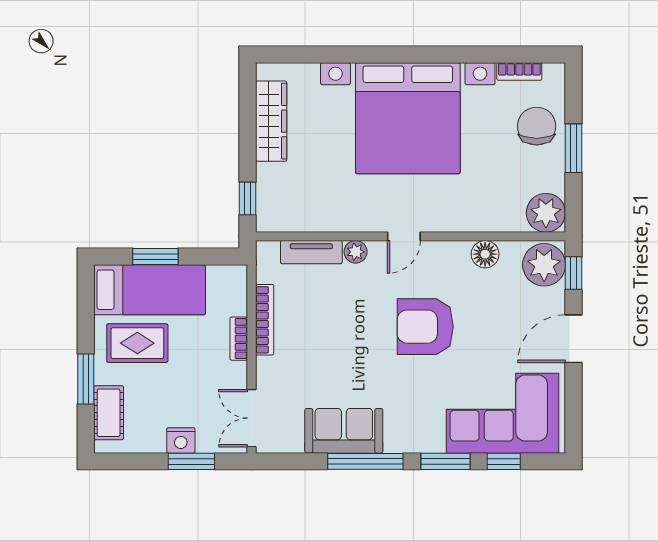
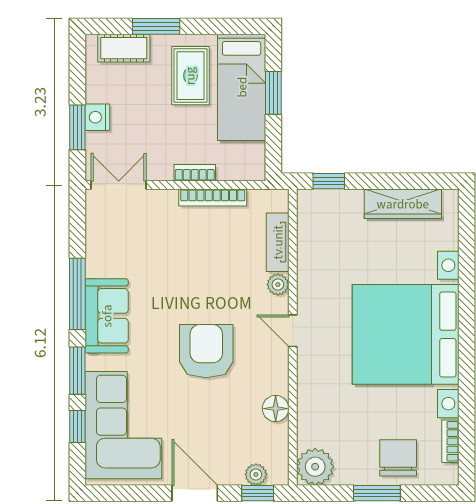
chair: (537, 126) -> (398, 458), turned -90
plant: (544, 265) -> (256, 474), width x0.53, depth x0.53
sofa: (344, 431) -> (107, 316), moved

